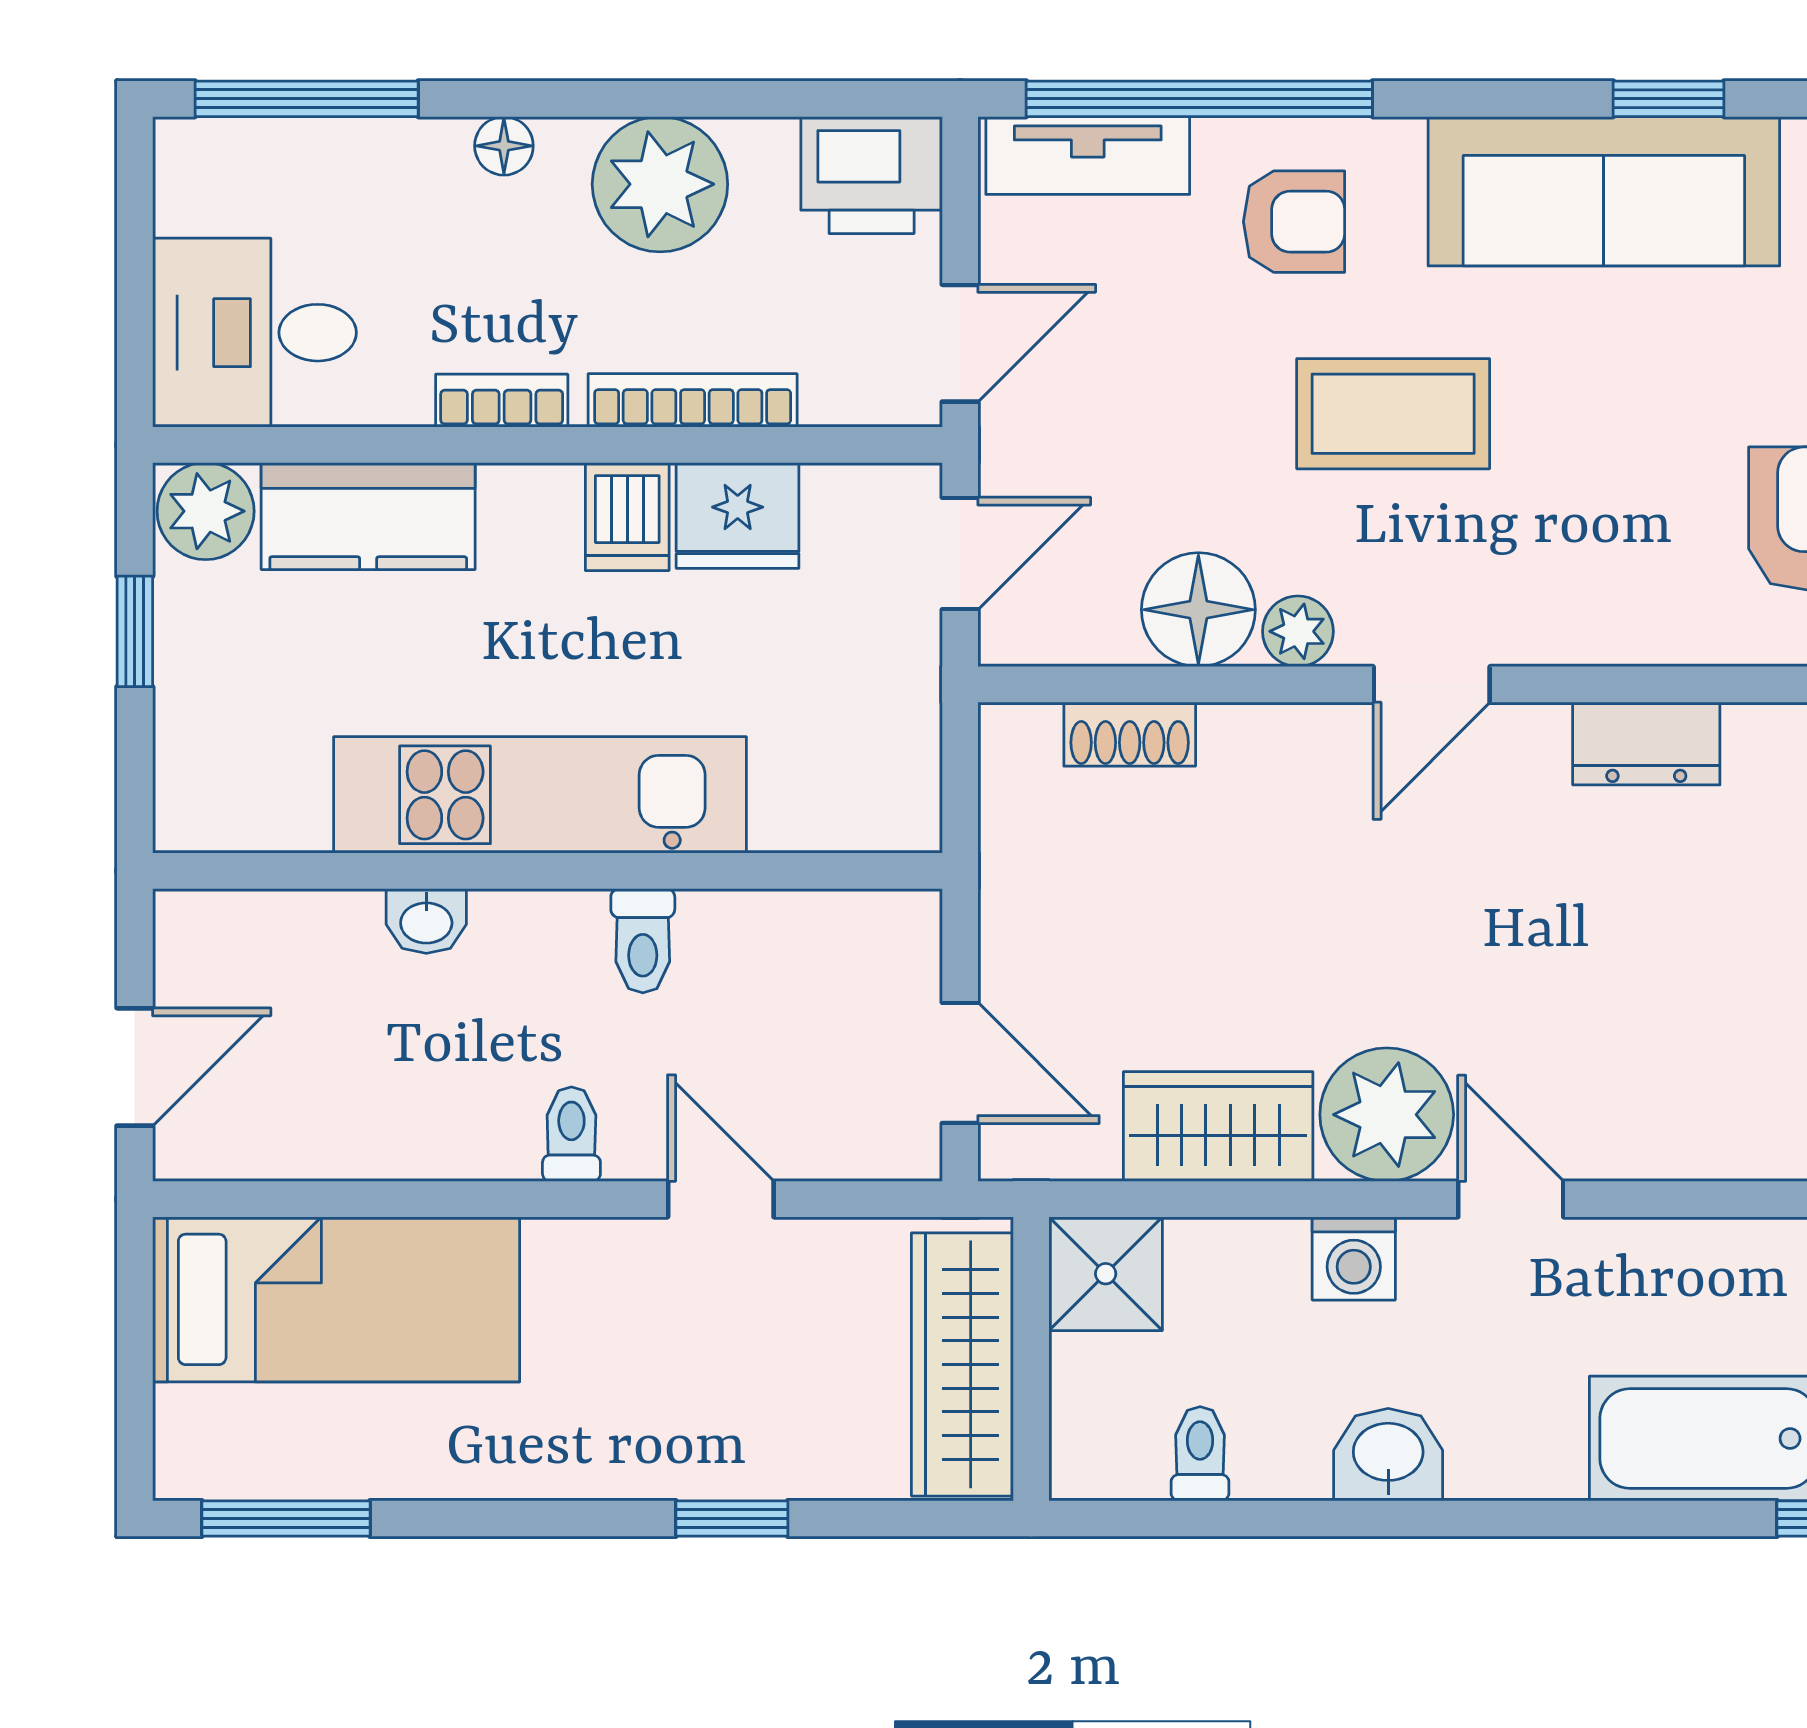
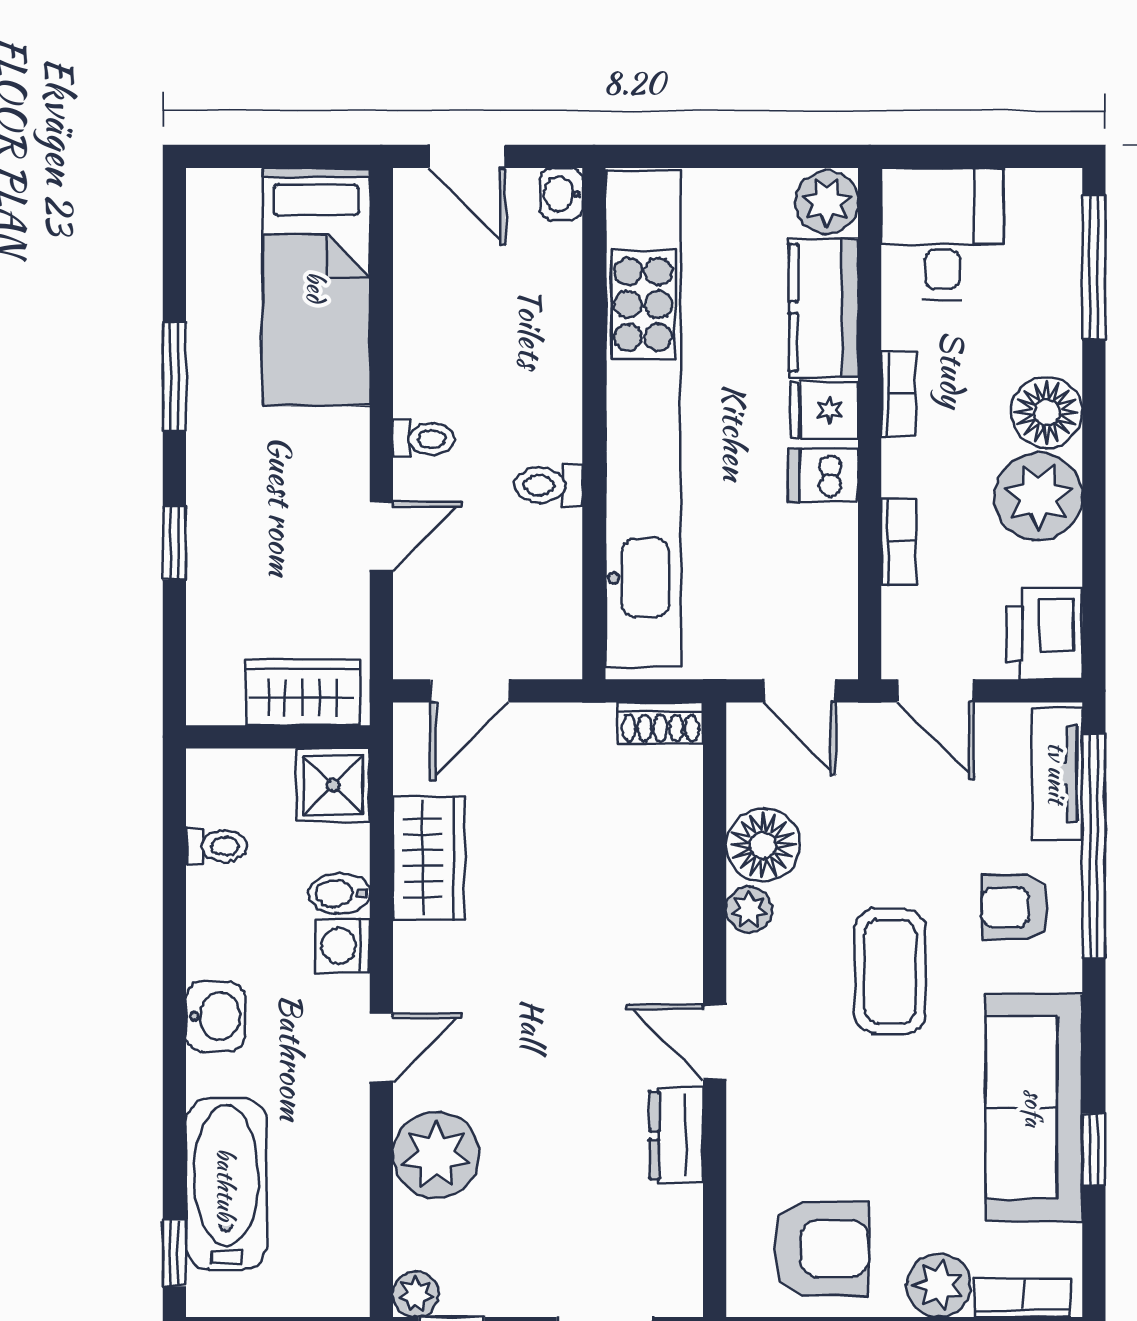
floor lamp: (504, 146) -> (1047, 412), width x1.89, depth x1.89
armchair: (1294, 222) -> (1014, 907), turned 90
bookcase: (693, 400) -> (899, 542), width x0.64
fridge: (738, 515) -> (824, 410), moved, width x0.72
window: (135, 631) -> (749, 156), removed
door: (1432, 684) -> (715, 1042), moved
shoe rack: (1130, 734) -> (660, 723), moved, turned -90
kitchen unit: (540, 795) -> (643, 419), width x1.86
washbasin: (426, 921) -> (561, 194), moved
plant: (1387, 1115) -> (436, 1155), moved
bidet: (1273, 1264) -> (339, 893), added
wardrobe: (962, 1364) -> (303, 692), width x0.67
washbasin: (1388, 1455) -> (216, 1016), moved
window: (286, 1519) -> (174, 377), moved

